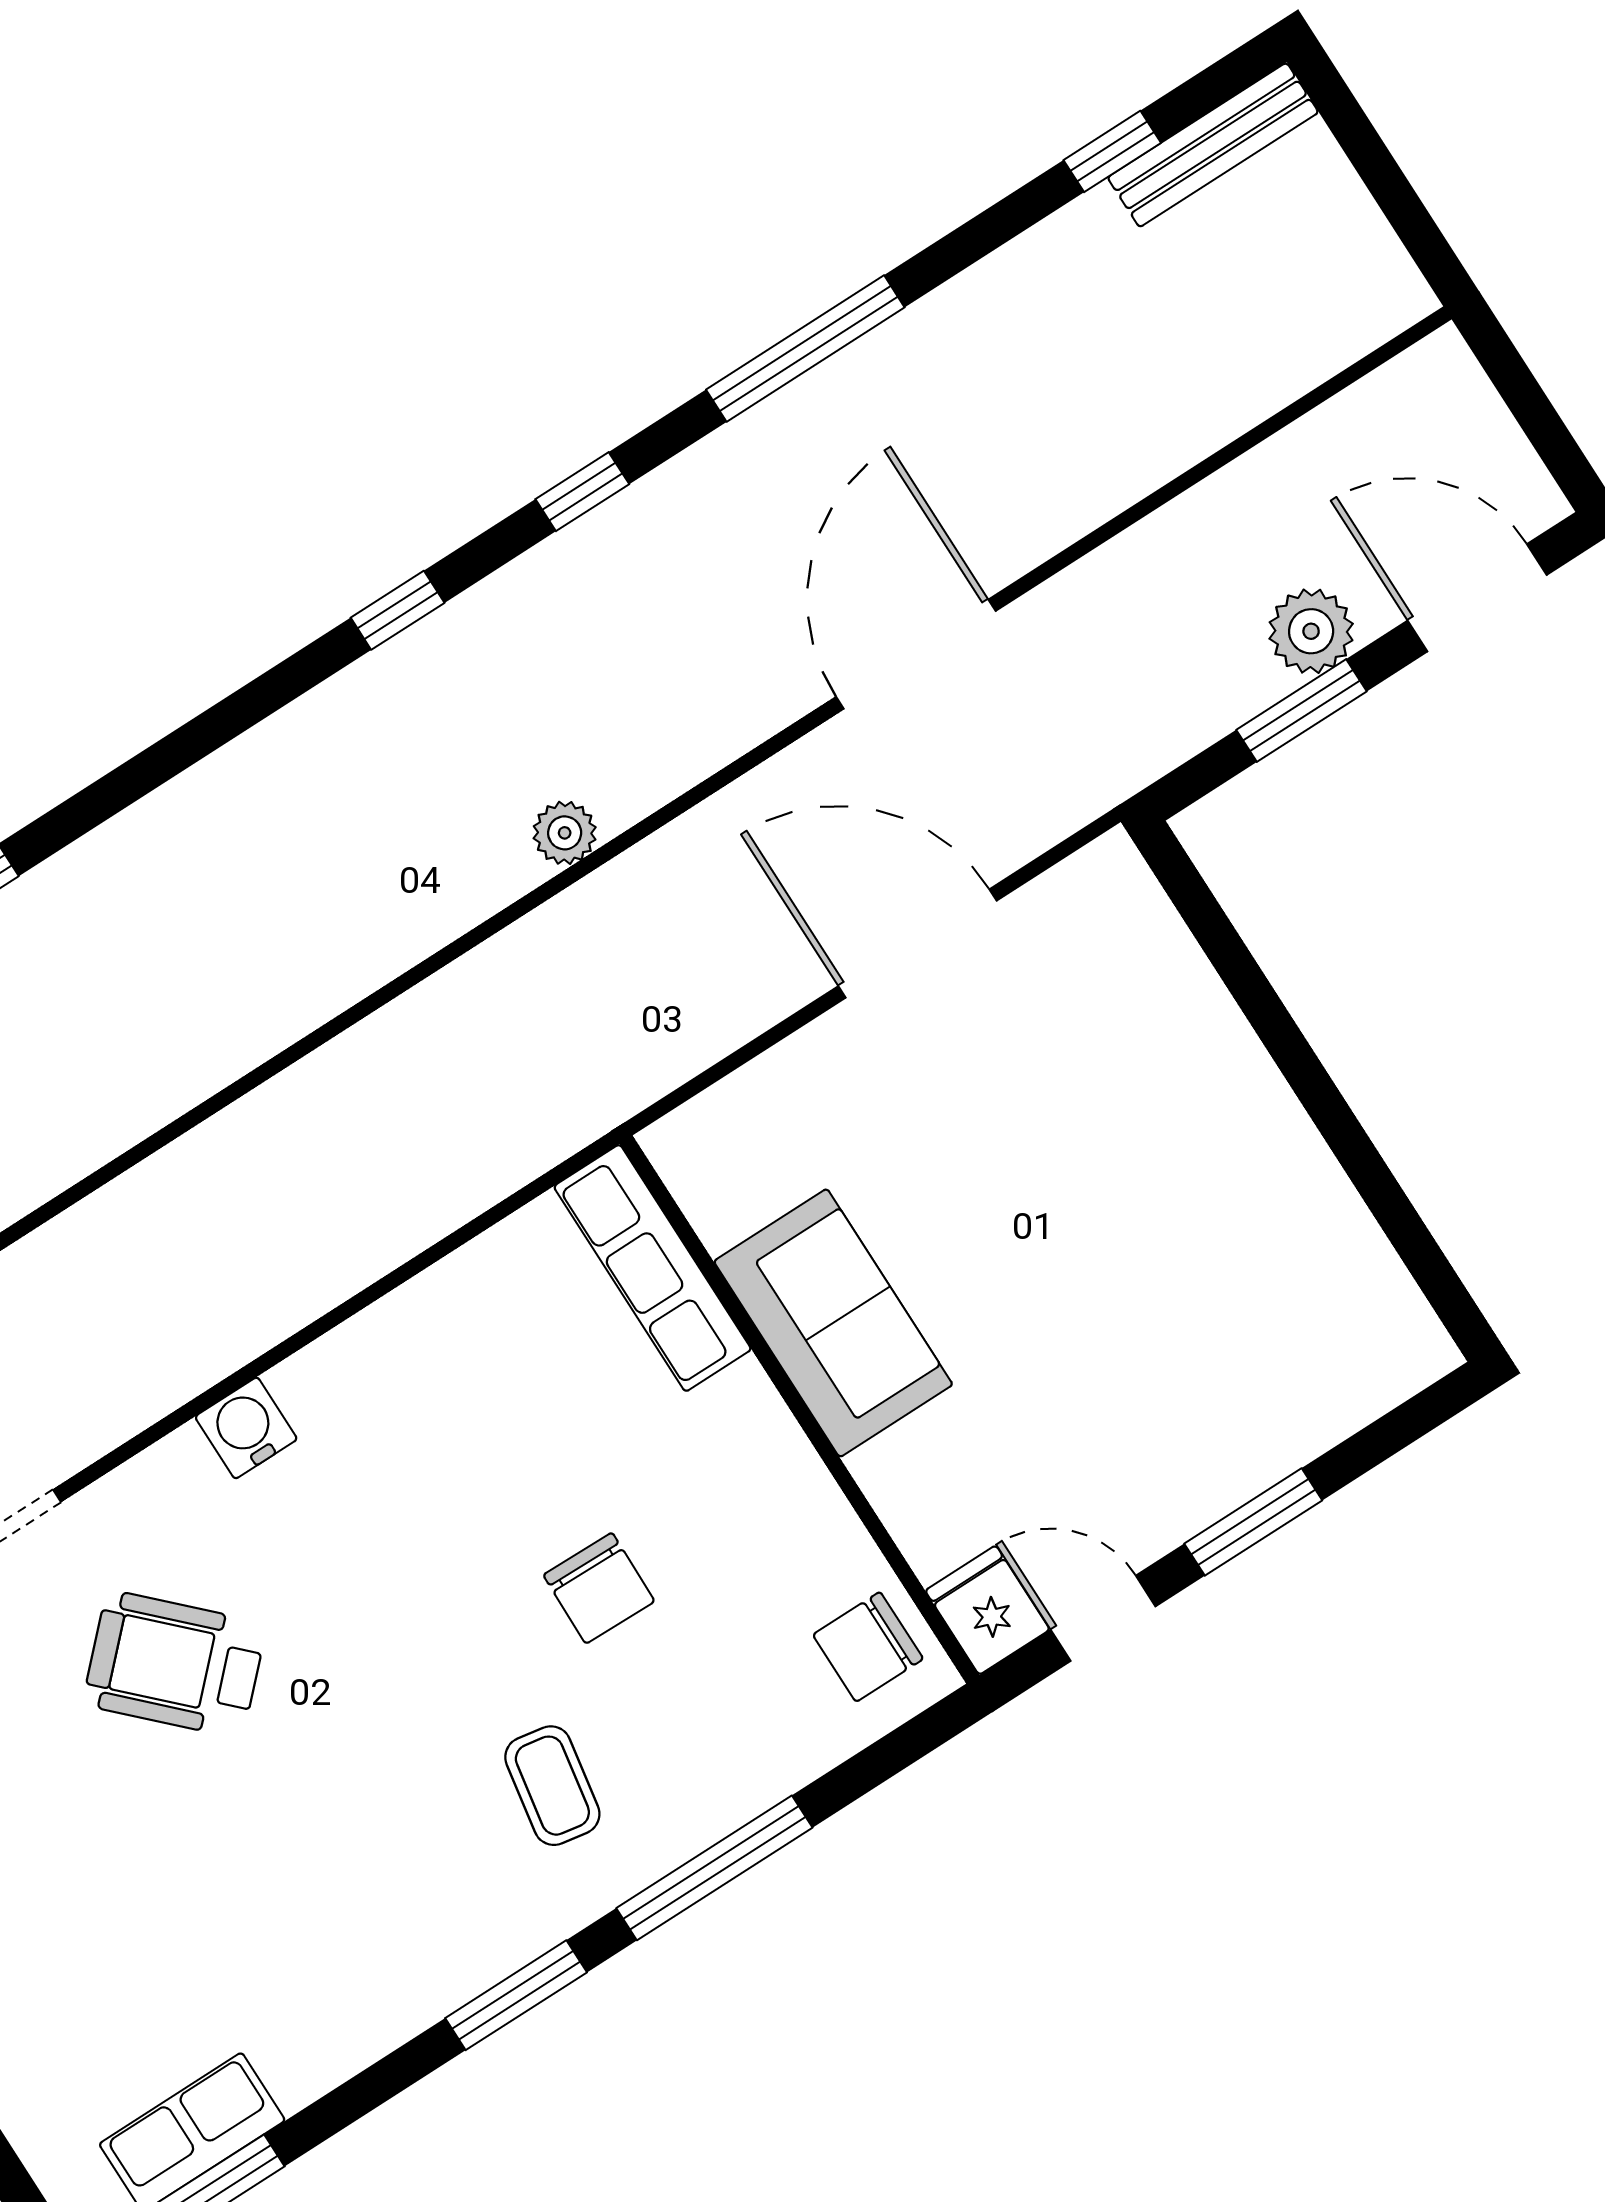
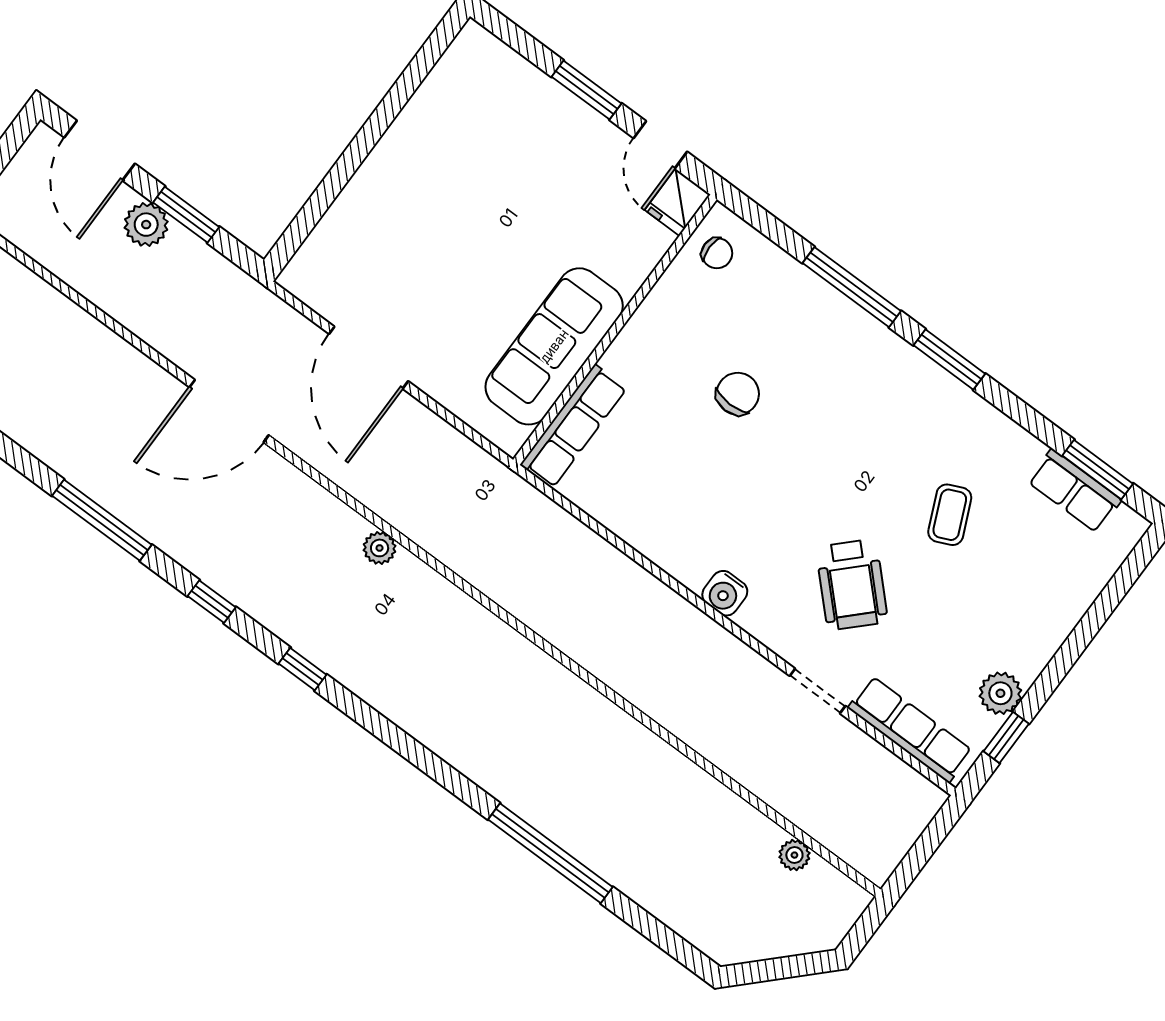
sofa: (833, 1323) -> (554, 346), width x1.36
chair: (868, 1647) -> (717, 253), width x0.73, depth x0.73
coffee table: (552, 1786) -> (950, 515), moved, turned -34

